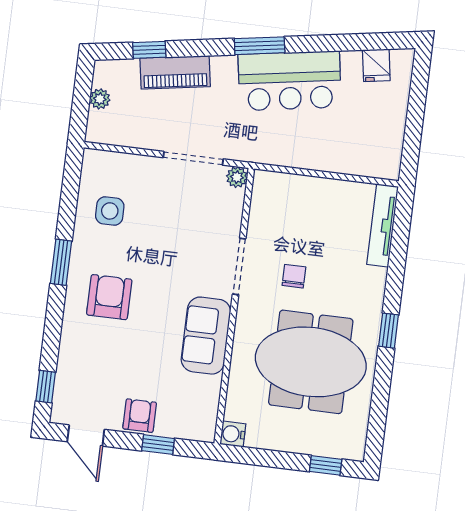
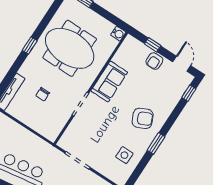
plant: (237, 177) -> (63, 143), removed
chair: (294, 276) -> (43, 94), moved
armchair: (109, 297) -> (143, 118), turned -114

